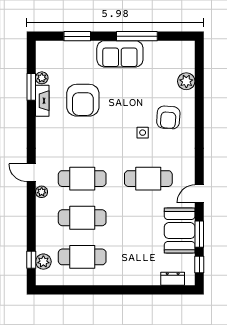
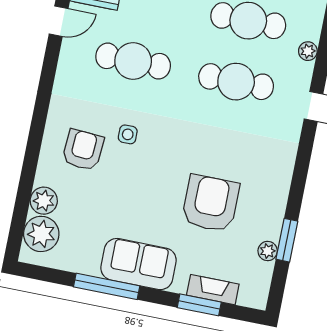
plant: (184, 60) -> (41, 234), added
fireplace: (42, 101) -> (213, 290), moved, turned 90
plant: (42, 192) -> (308, 51), moved

